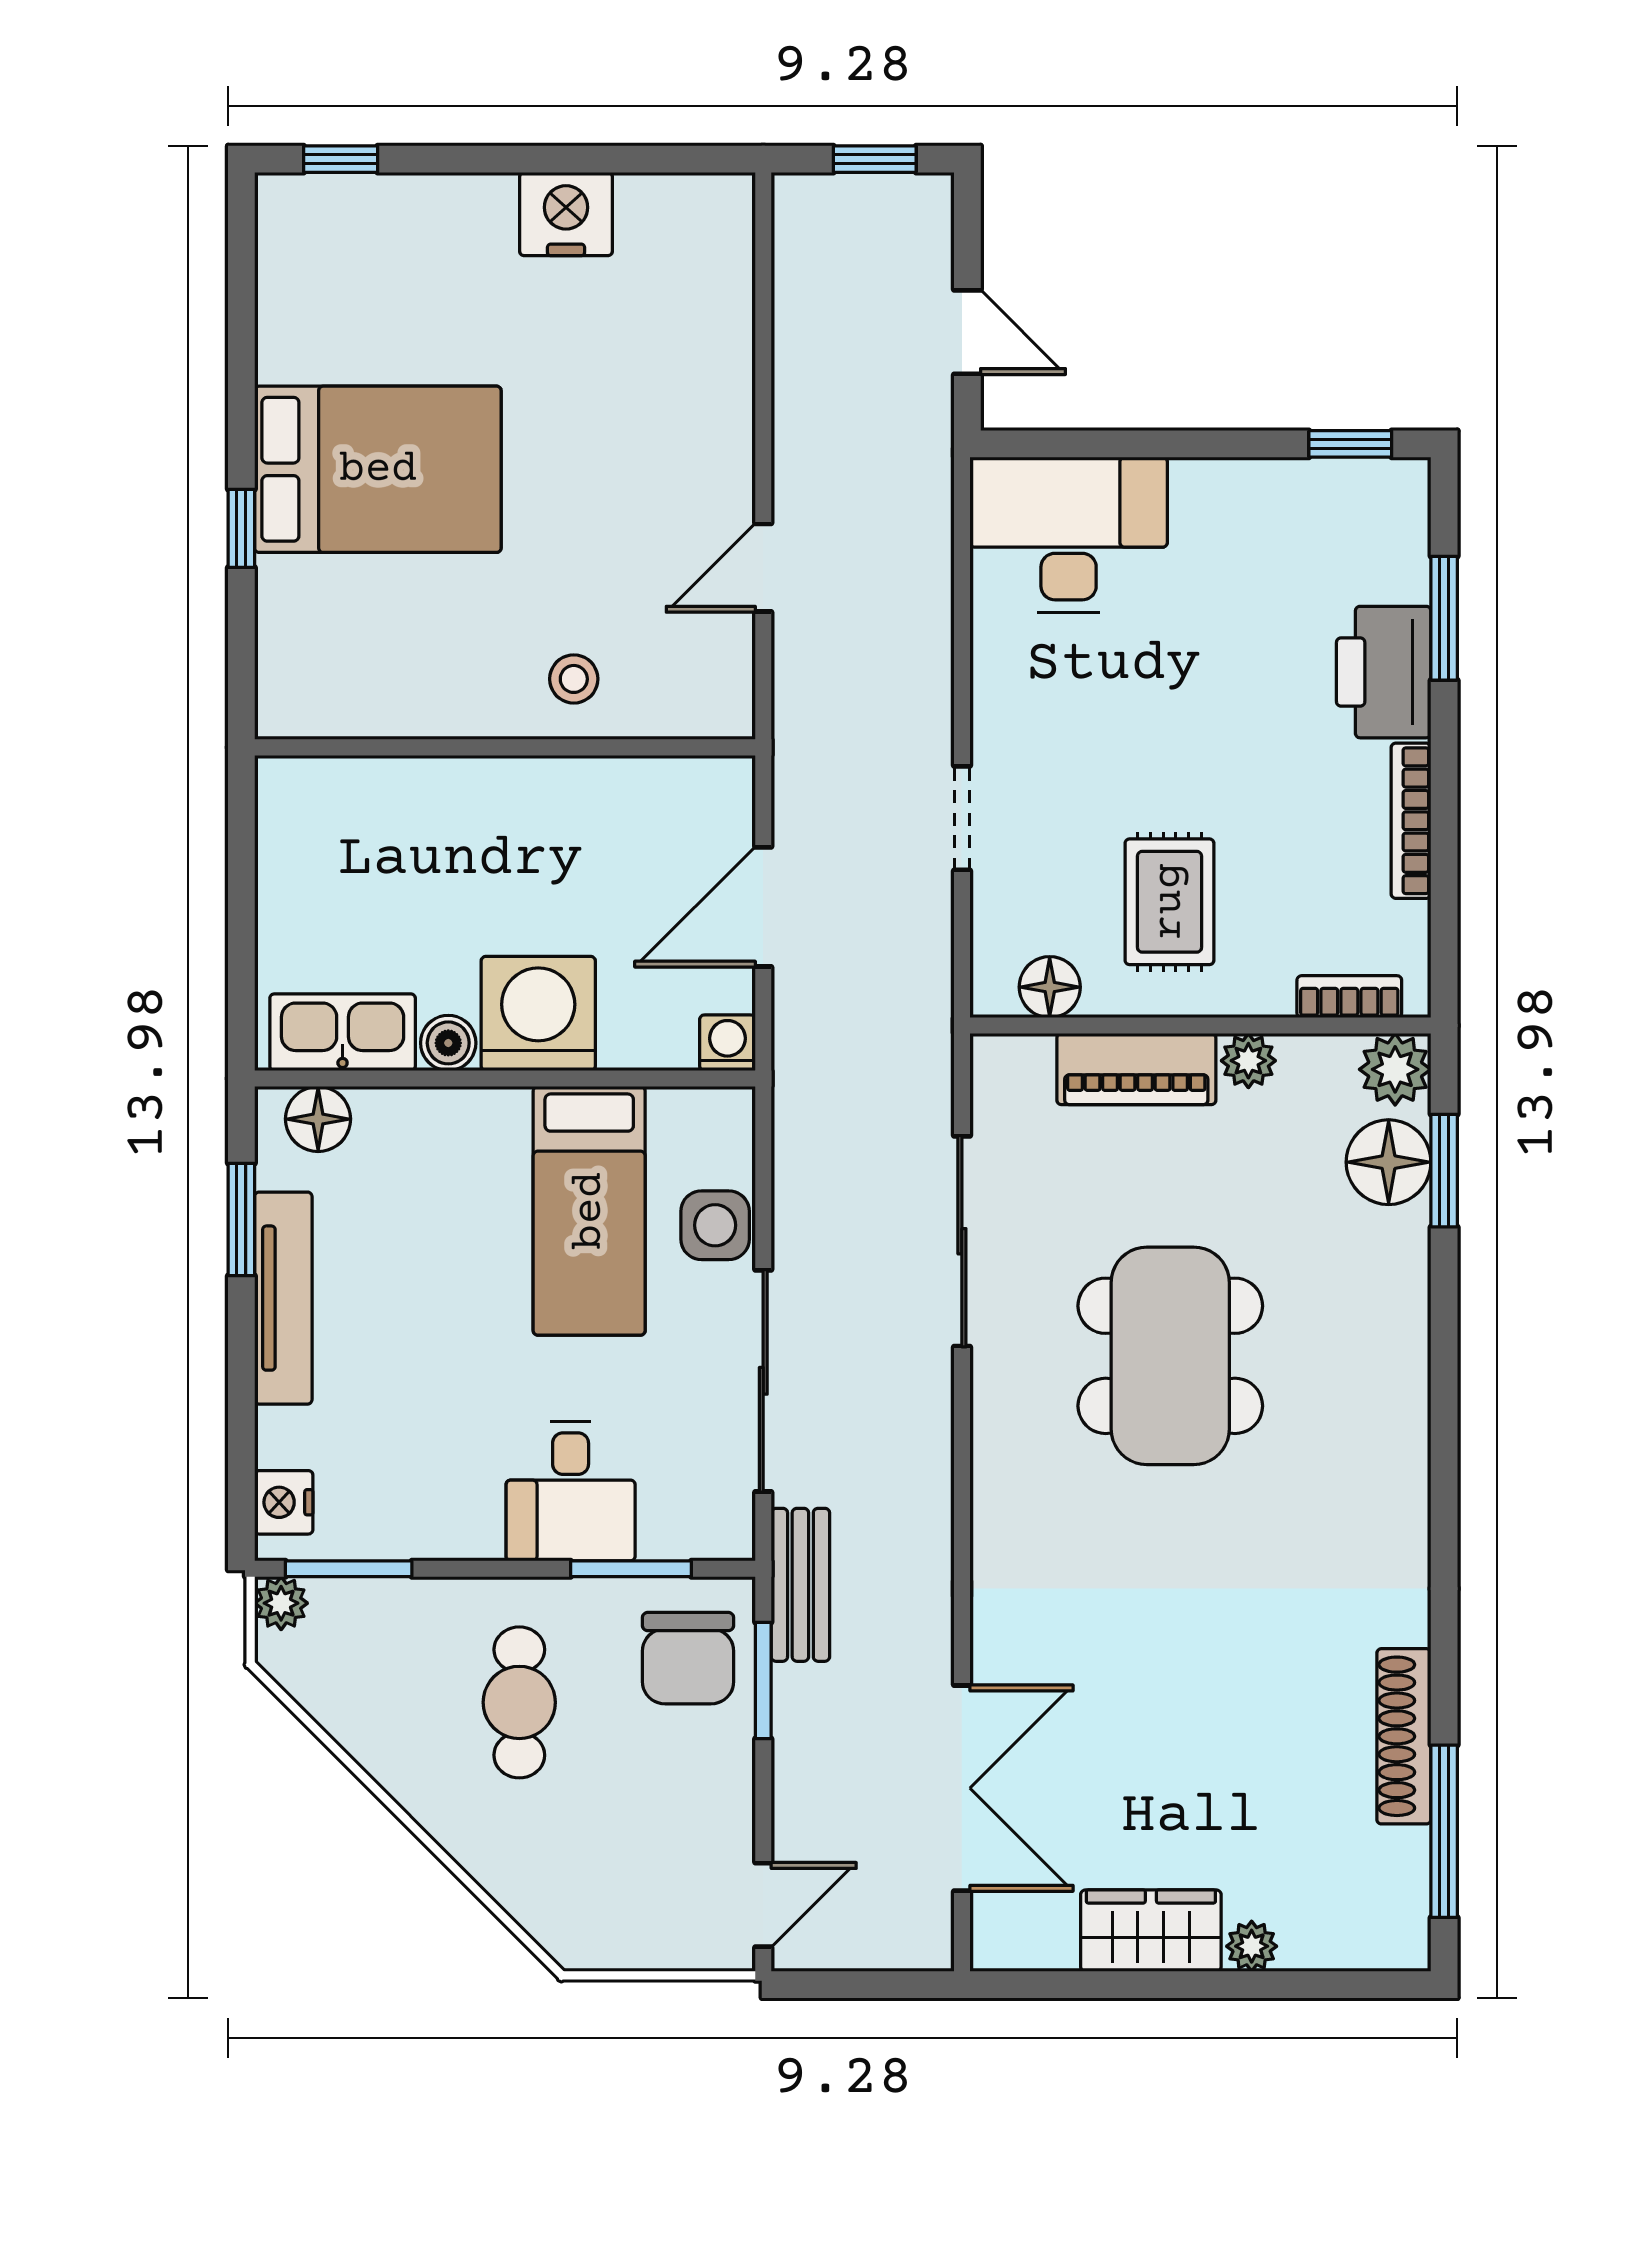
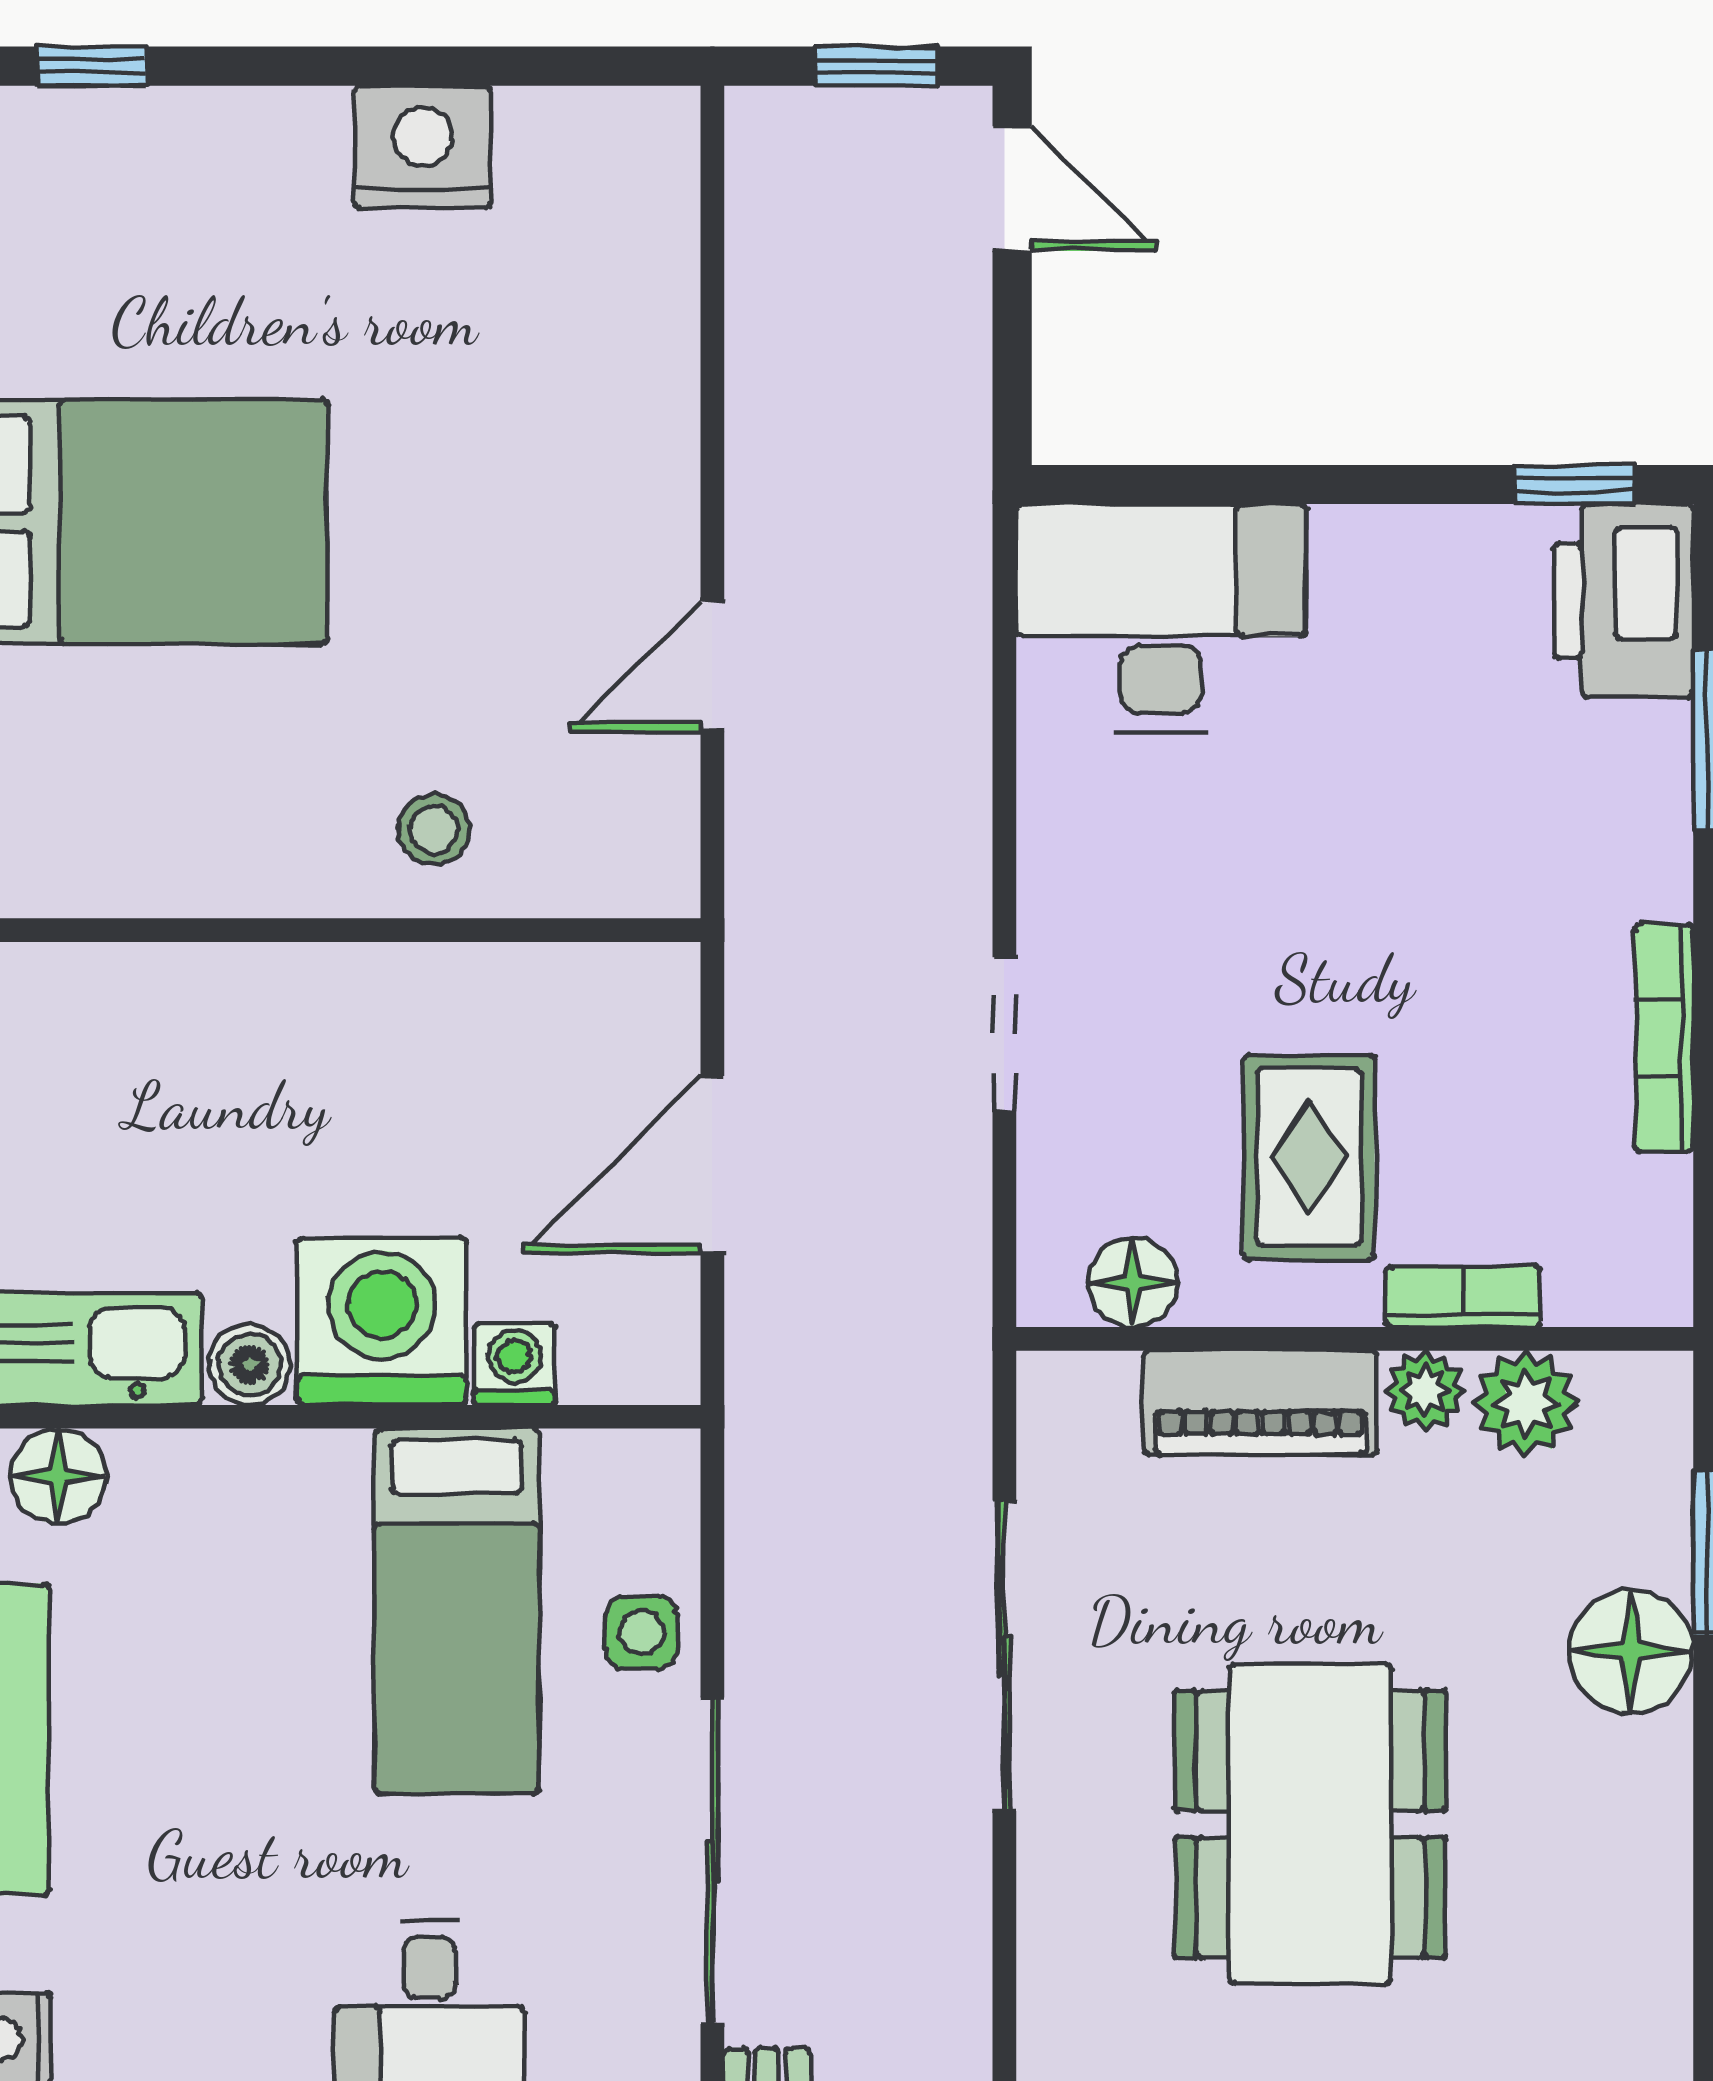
door: (967, 332) -> (1012, 188), moved
printer: (1384, 672) -> (1624, 601), moved
bookcase: (1349, 997) -> (1463, 1296), moved
washing machine: (727, 1043) -> (514, 1364), moved
plant: (1395, 1069) -> (1525, 1403), moved
floor lamp: (1389, 1162) -> (1631, 1651), moved
side table: (715, 1225) -> (642, 1632), width x0.73, depth x0.73

